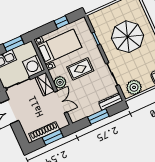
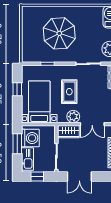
washing machine: (34, 66) -> (30, 138), moved, turned -90
double door: (61, 102) -> (92, 124), swing flipped

